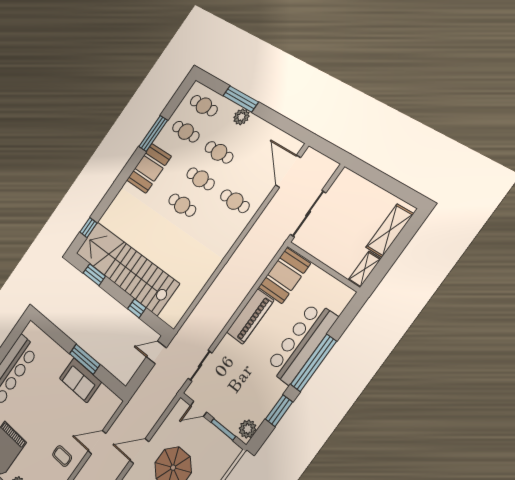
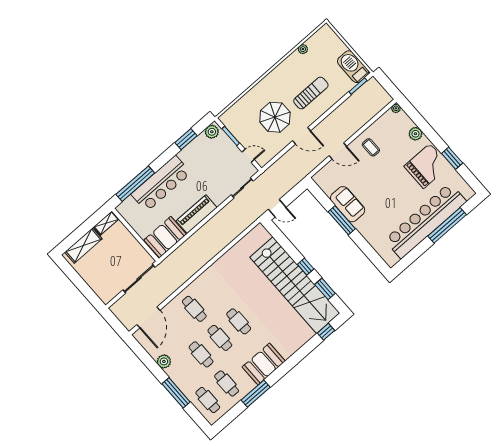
plant: (241, 117) -> (164, 361), moved
window: (137, 308) -> (306, 267), moved
window: (313, 363) -> (135, 184), moved

